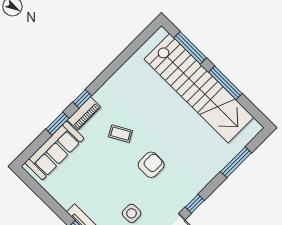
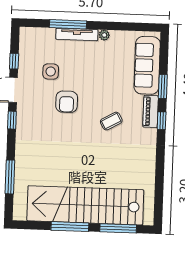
armchair: (151, 165) -> (67, 102), moved
plant: (66, 203) -> (104, 35), added

